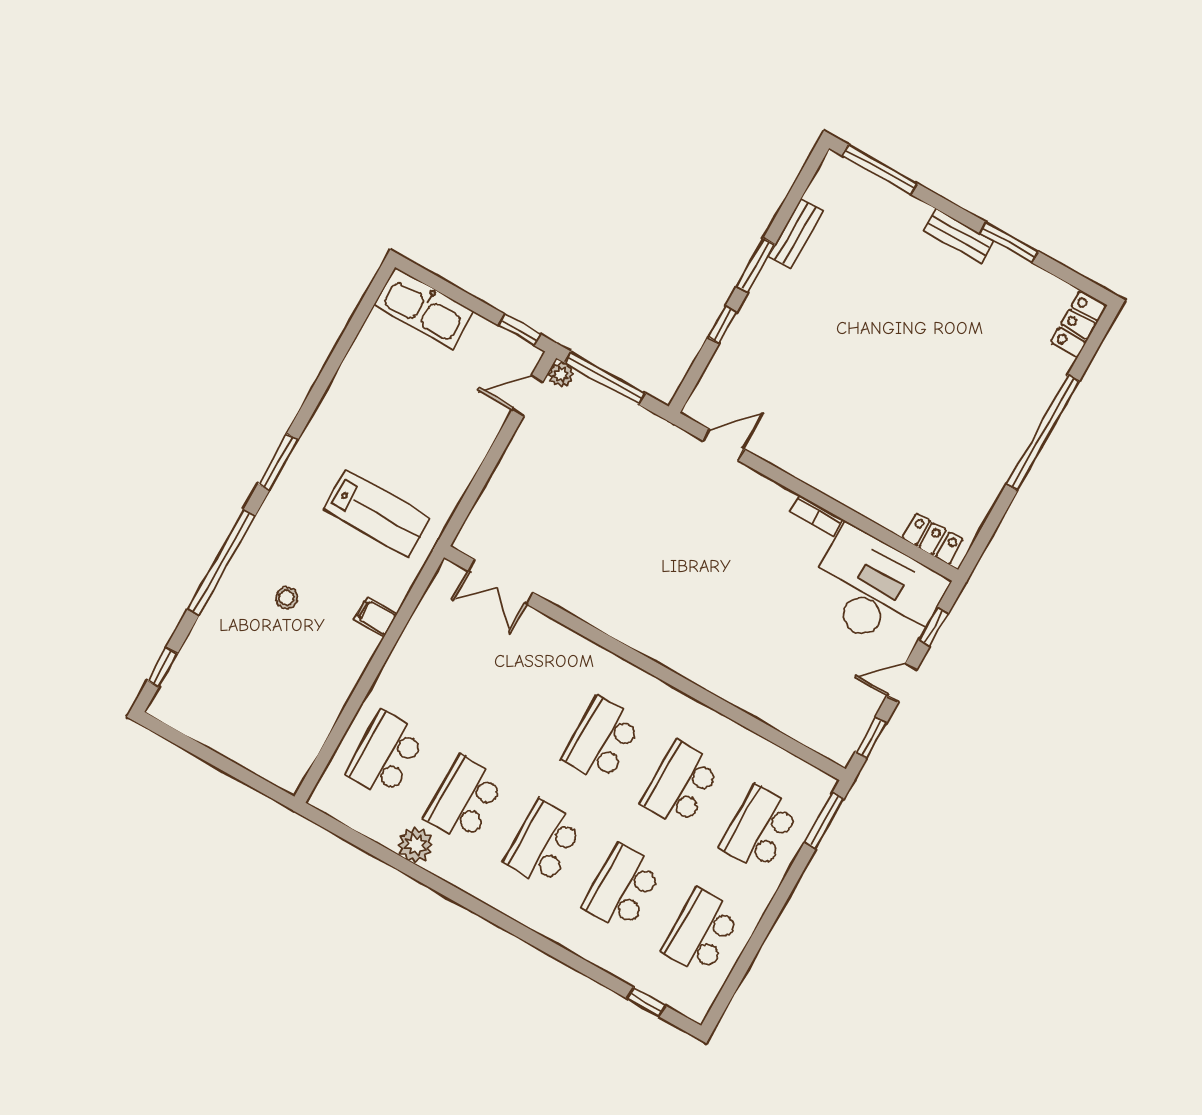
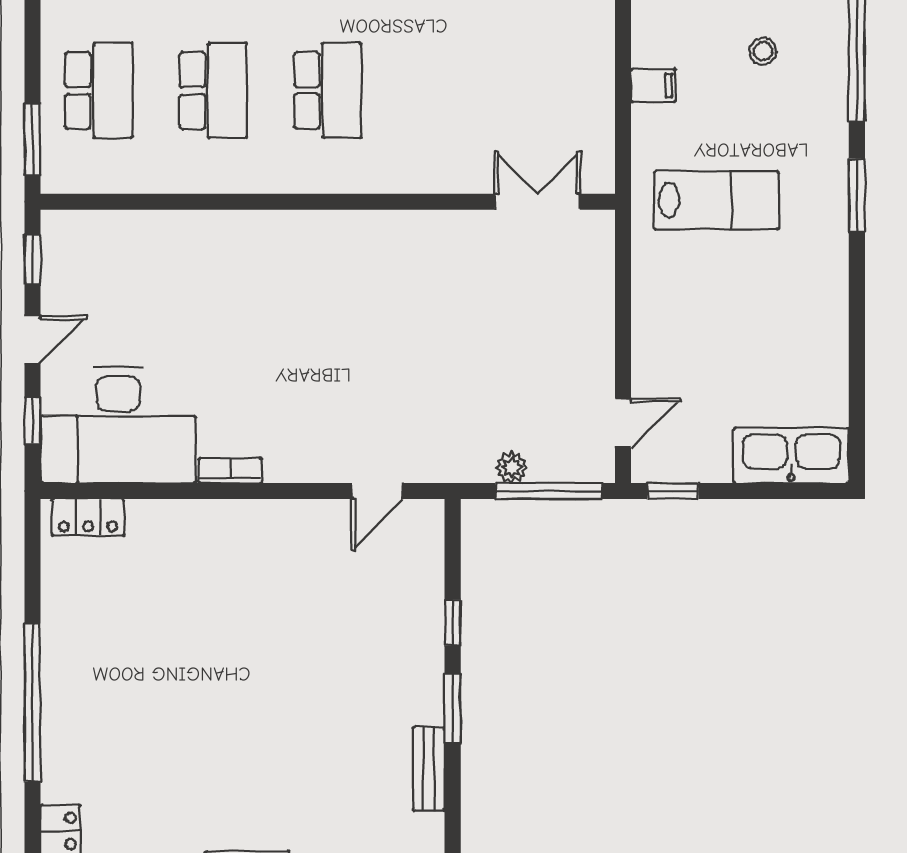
plant: (561, 375) -> (512, 467), moved
lab bench: (377, 513) -> (716, 200), turned 180

